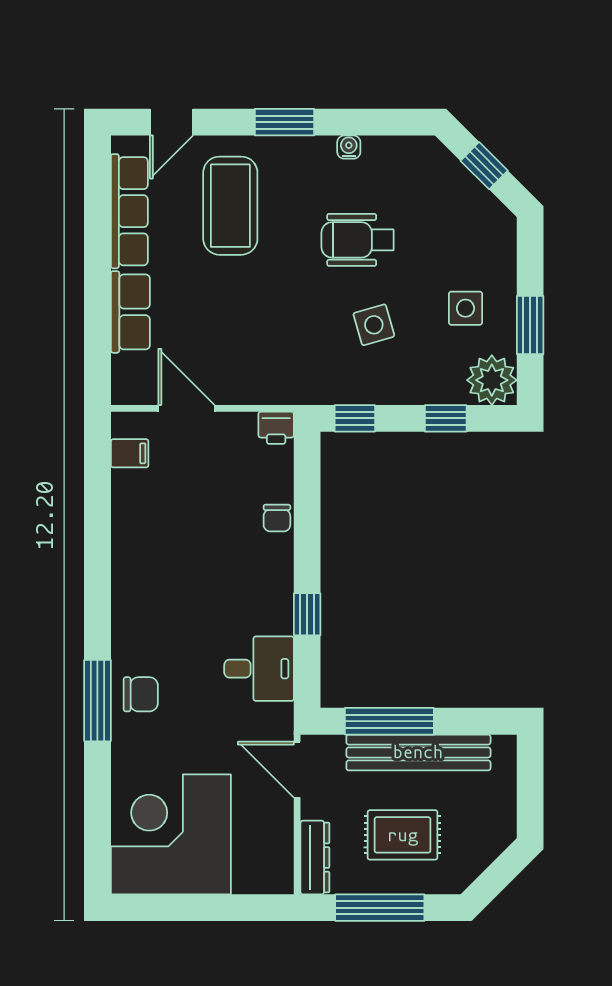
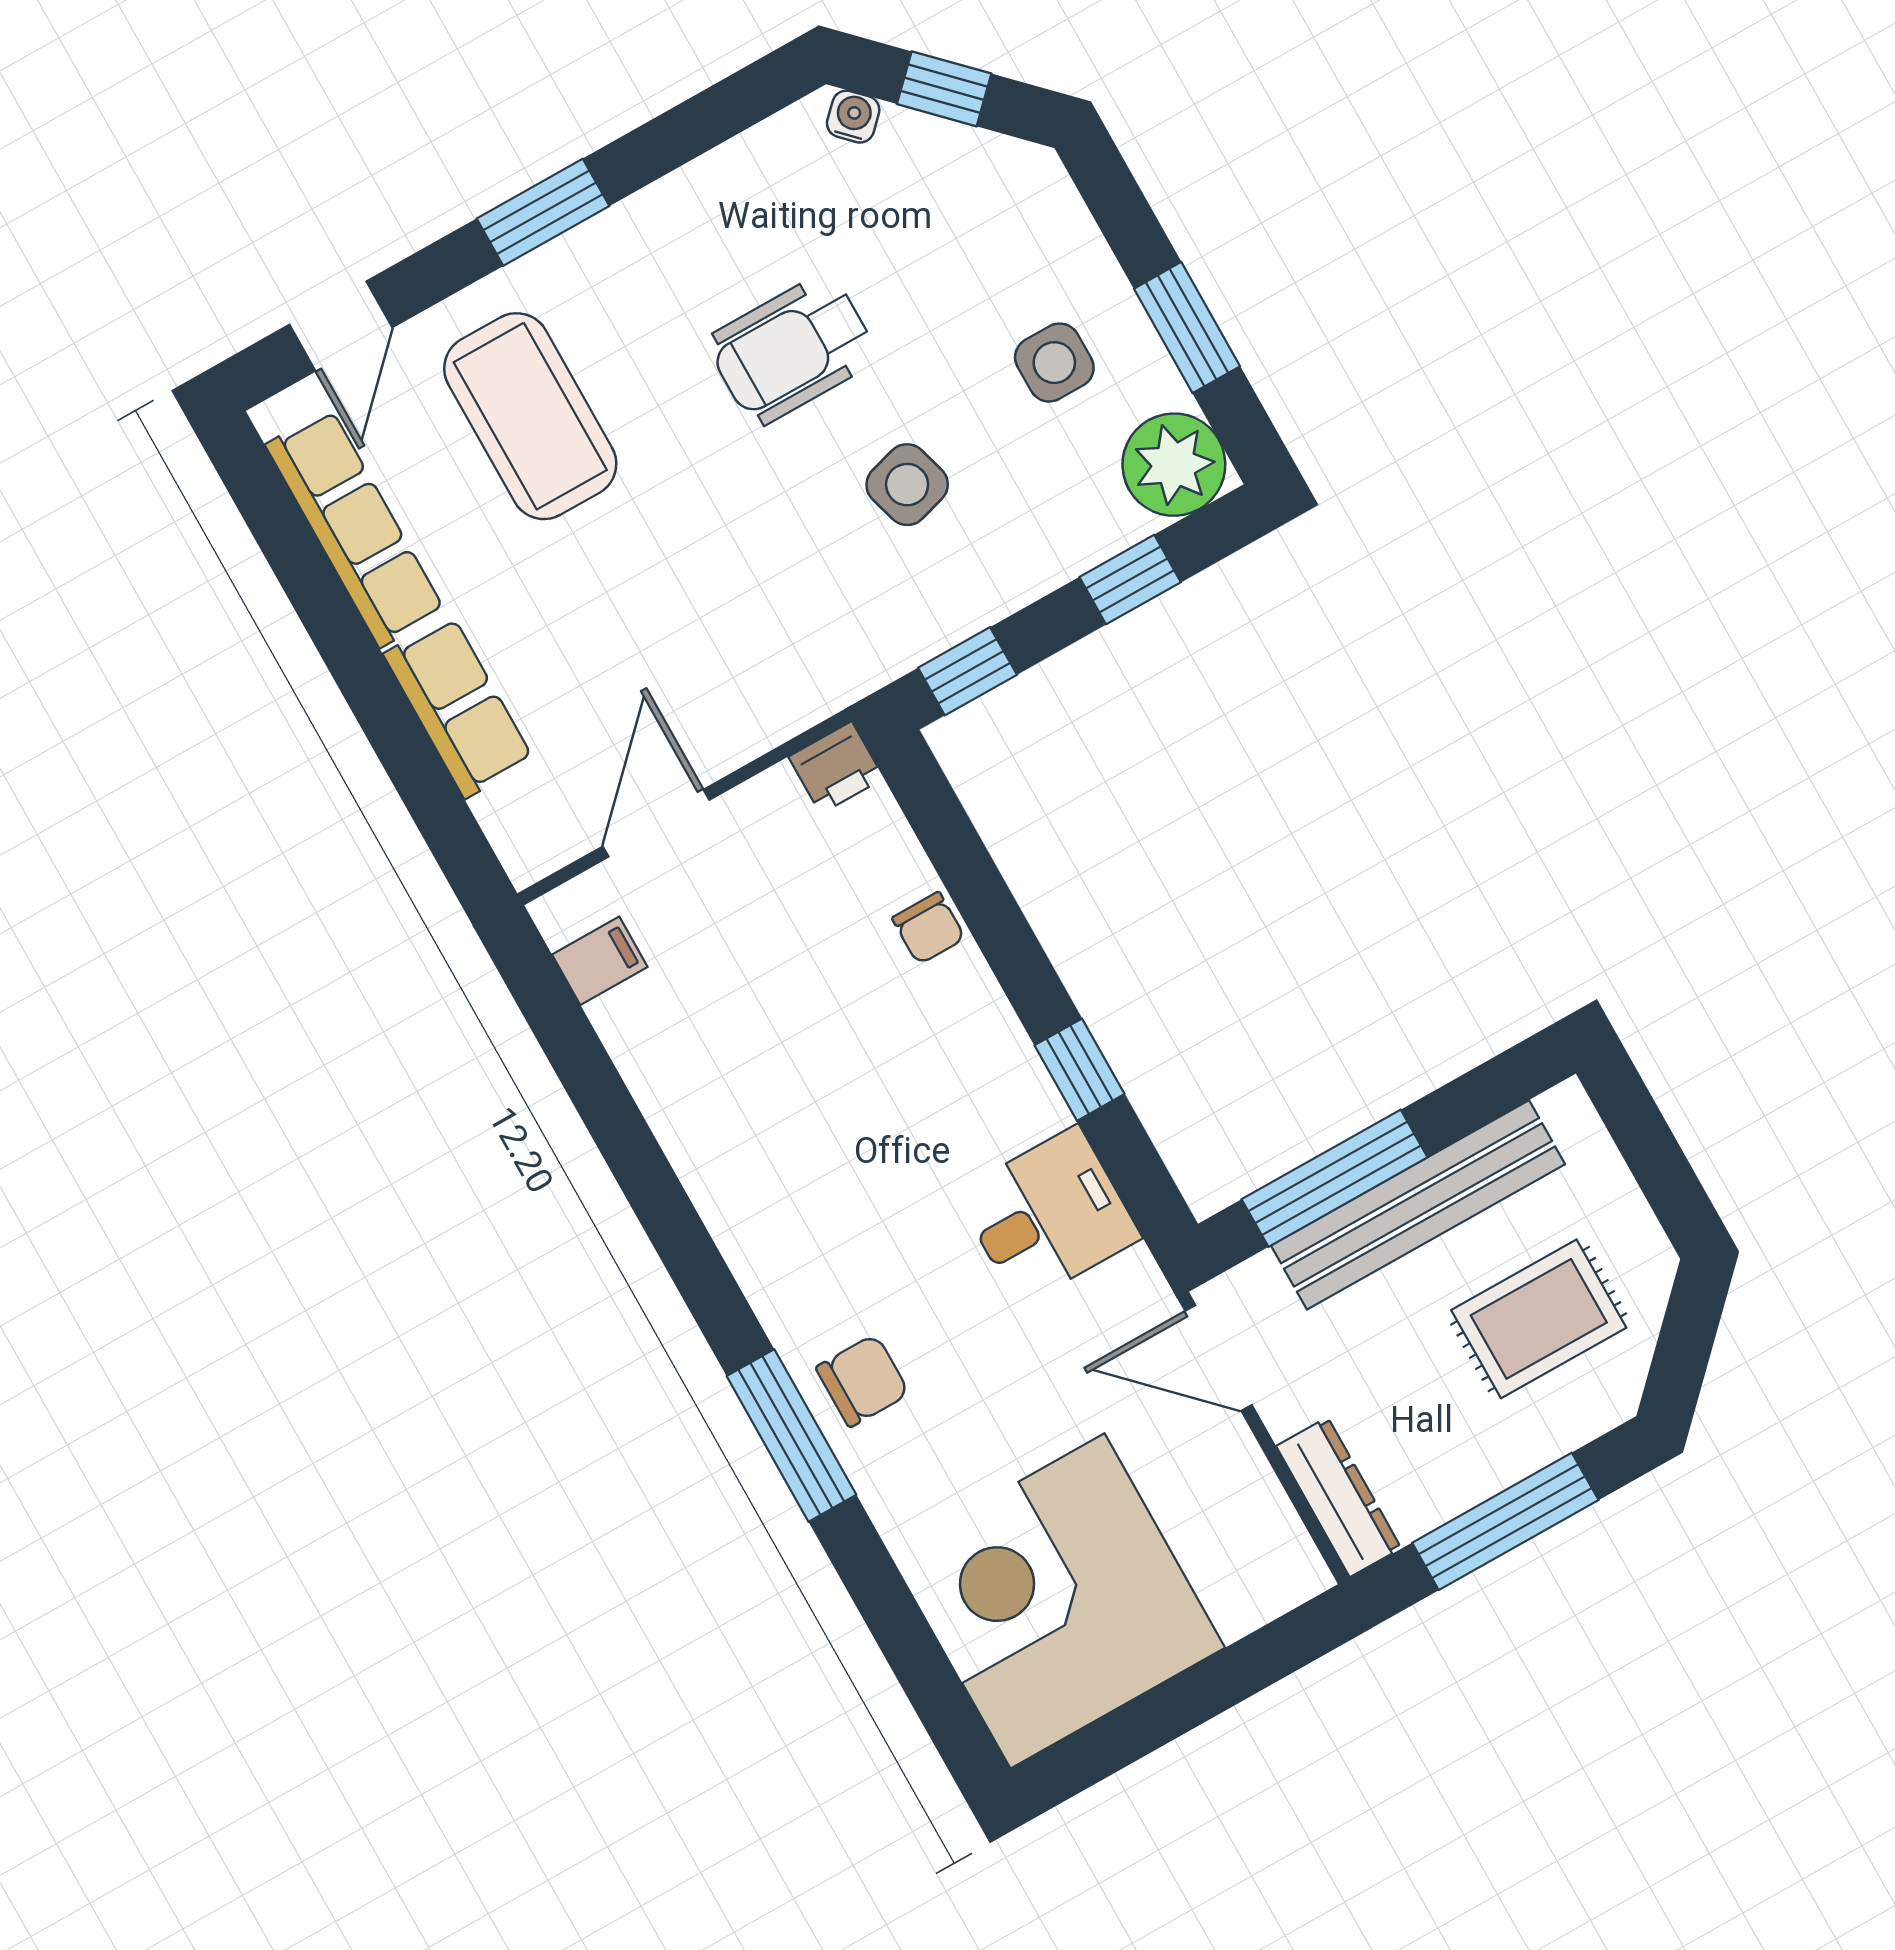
water cooler: (349, 147) -> (853, 117), moved, turned 45
door: (186, 408) -> (656, 823), hinge flipped
rug: (403, 835) -> (1539, 1319), moved

